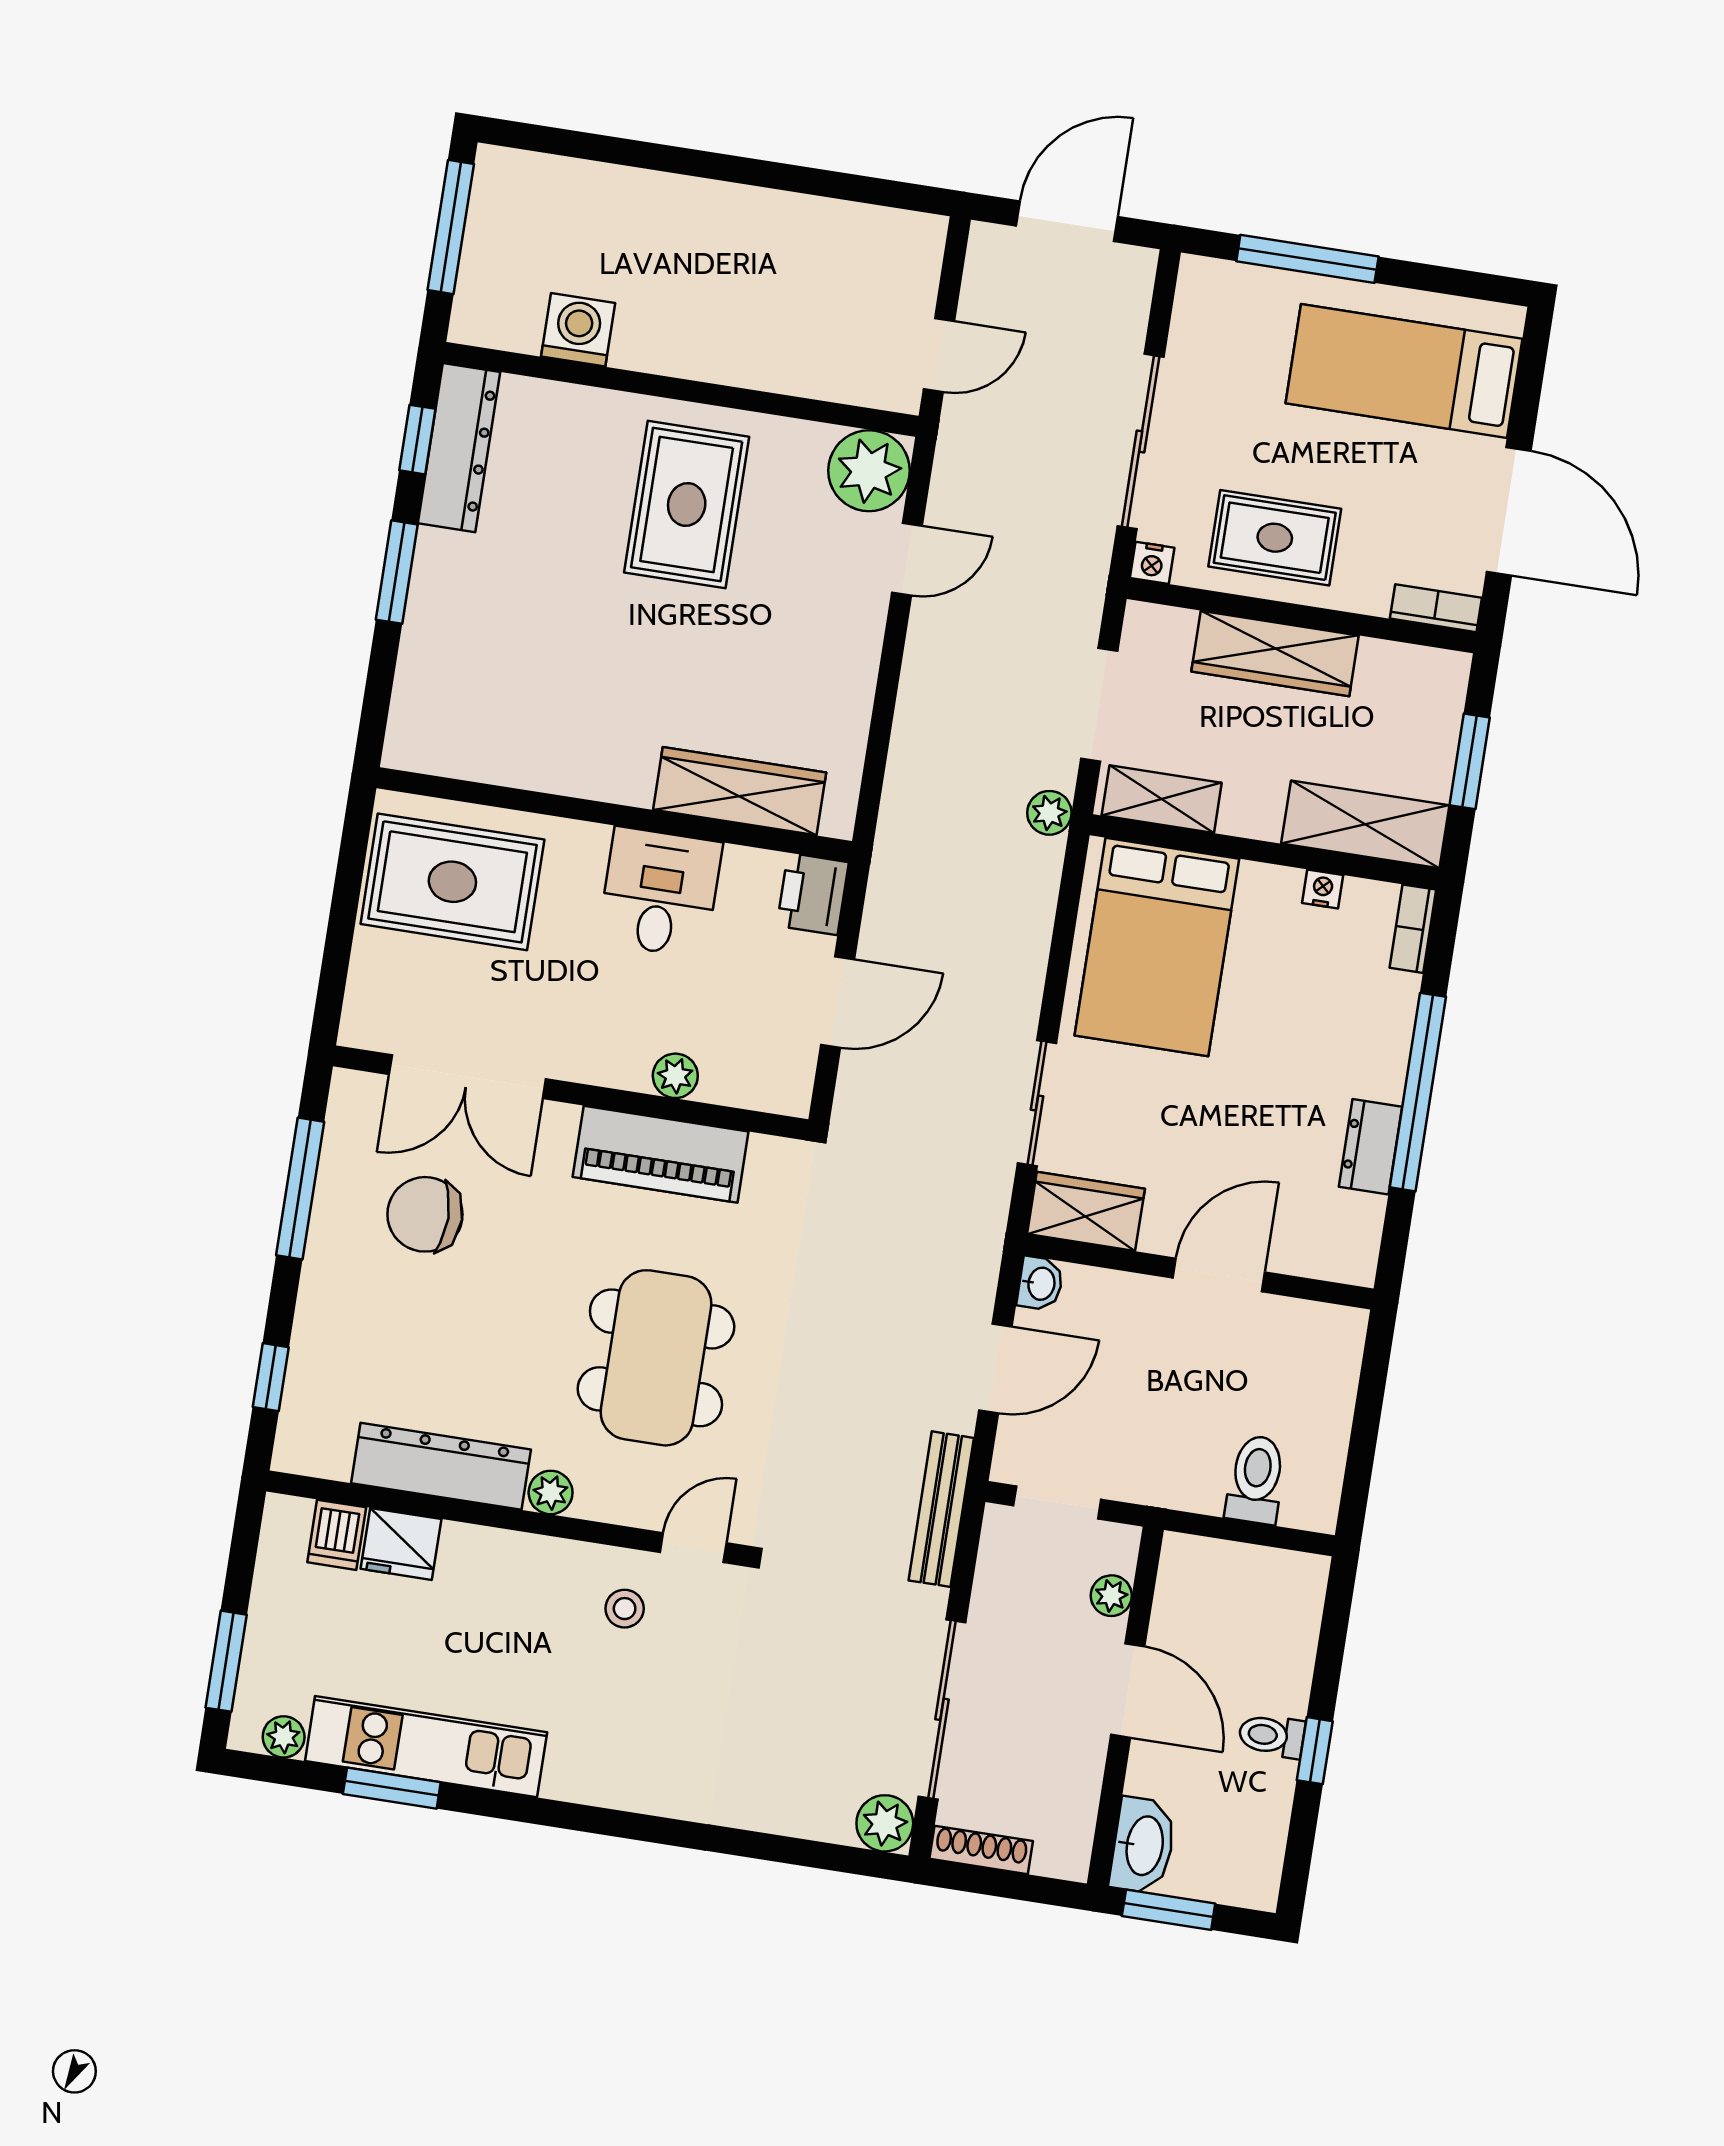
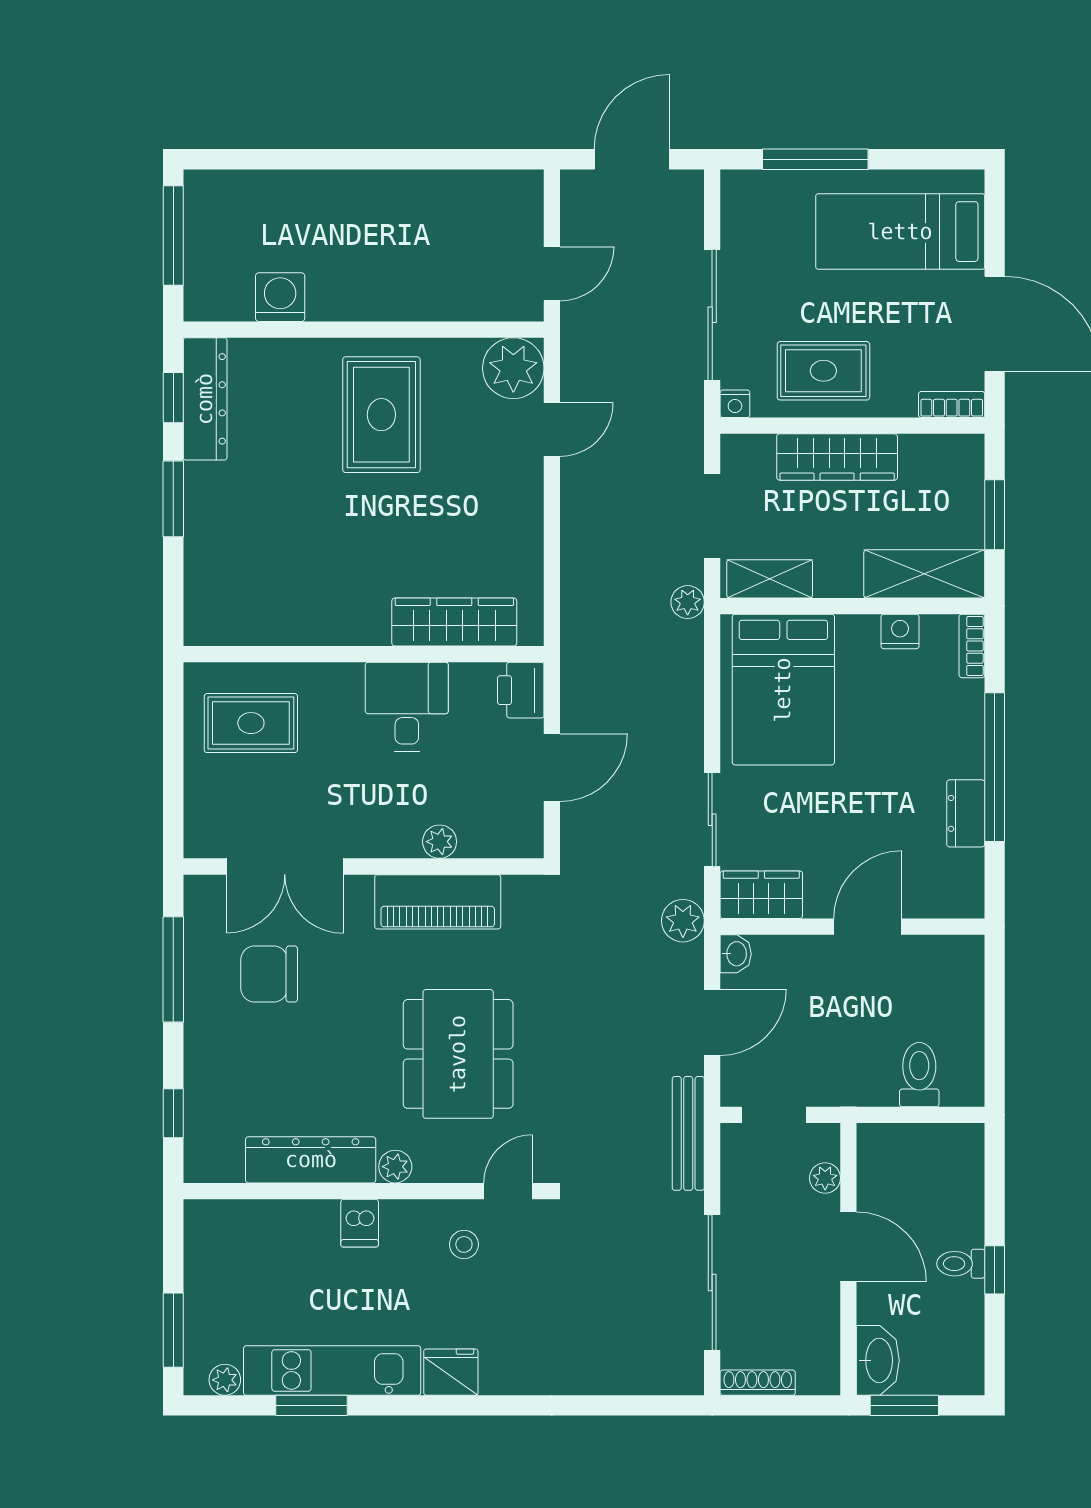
rug: (452, 882) -> (251, 723), width x0.73, depth x0.70
nightstand: (1323, 889) -> (900, 631), width x1.39, depth x1.35
dishwasher: (337, 1535) -> (360, 1223), moved
fridge: (401, 1544) -> (451, 1372), moved, turned 180
plant: (885, 1823) -> (683, 921), moved

